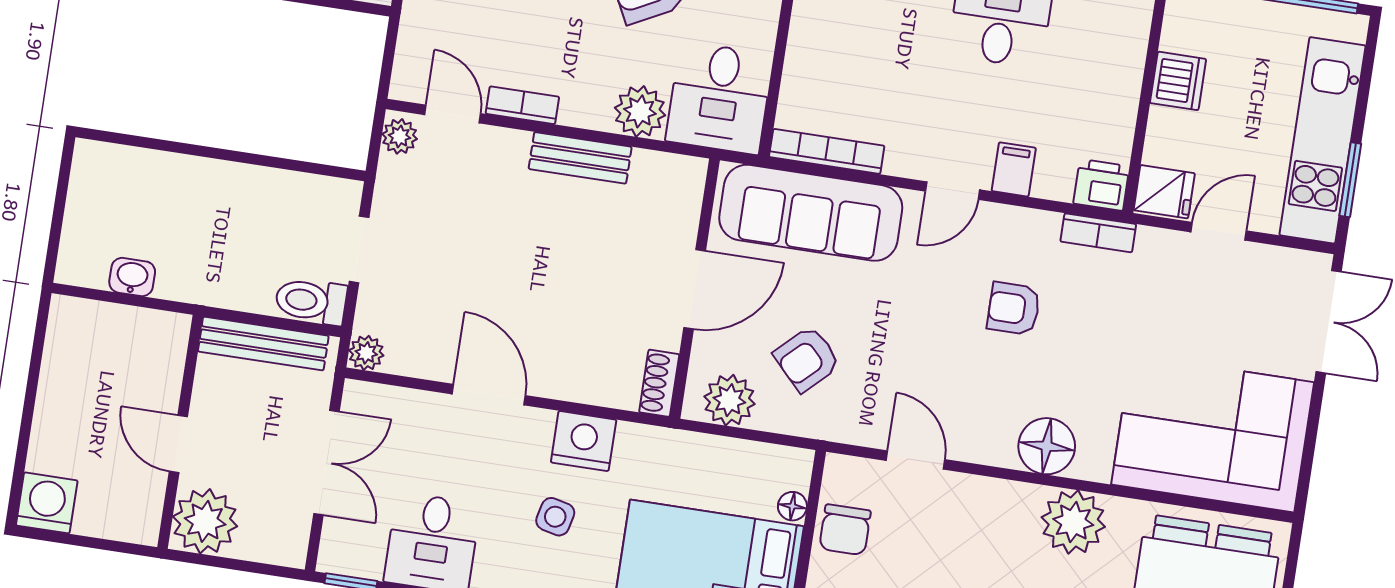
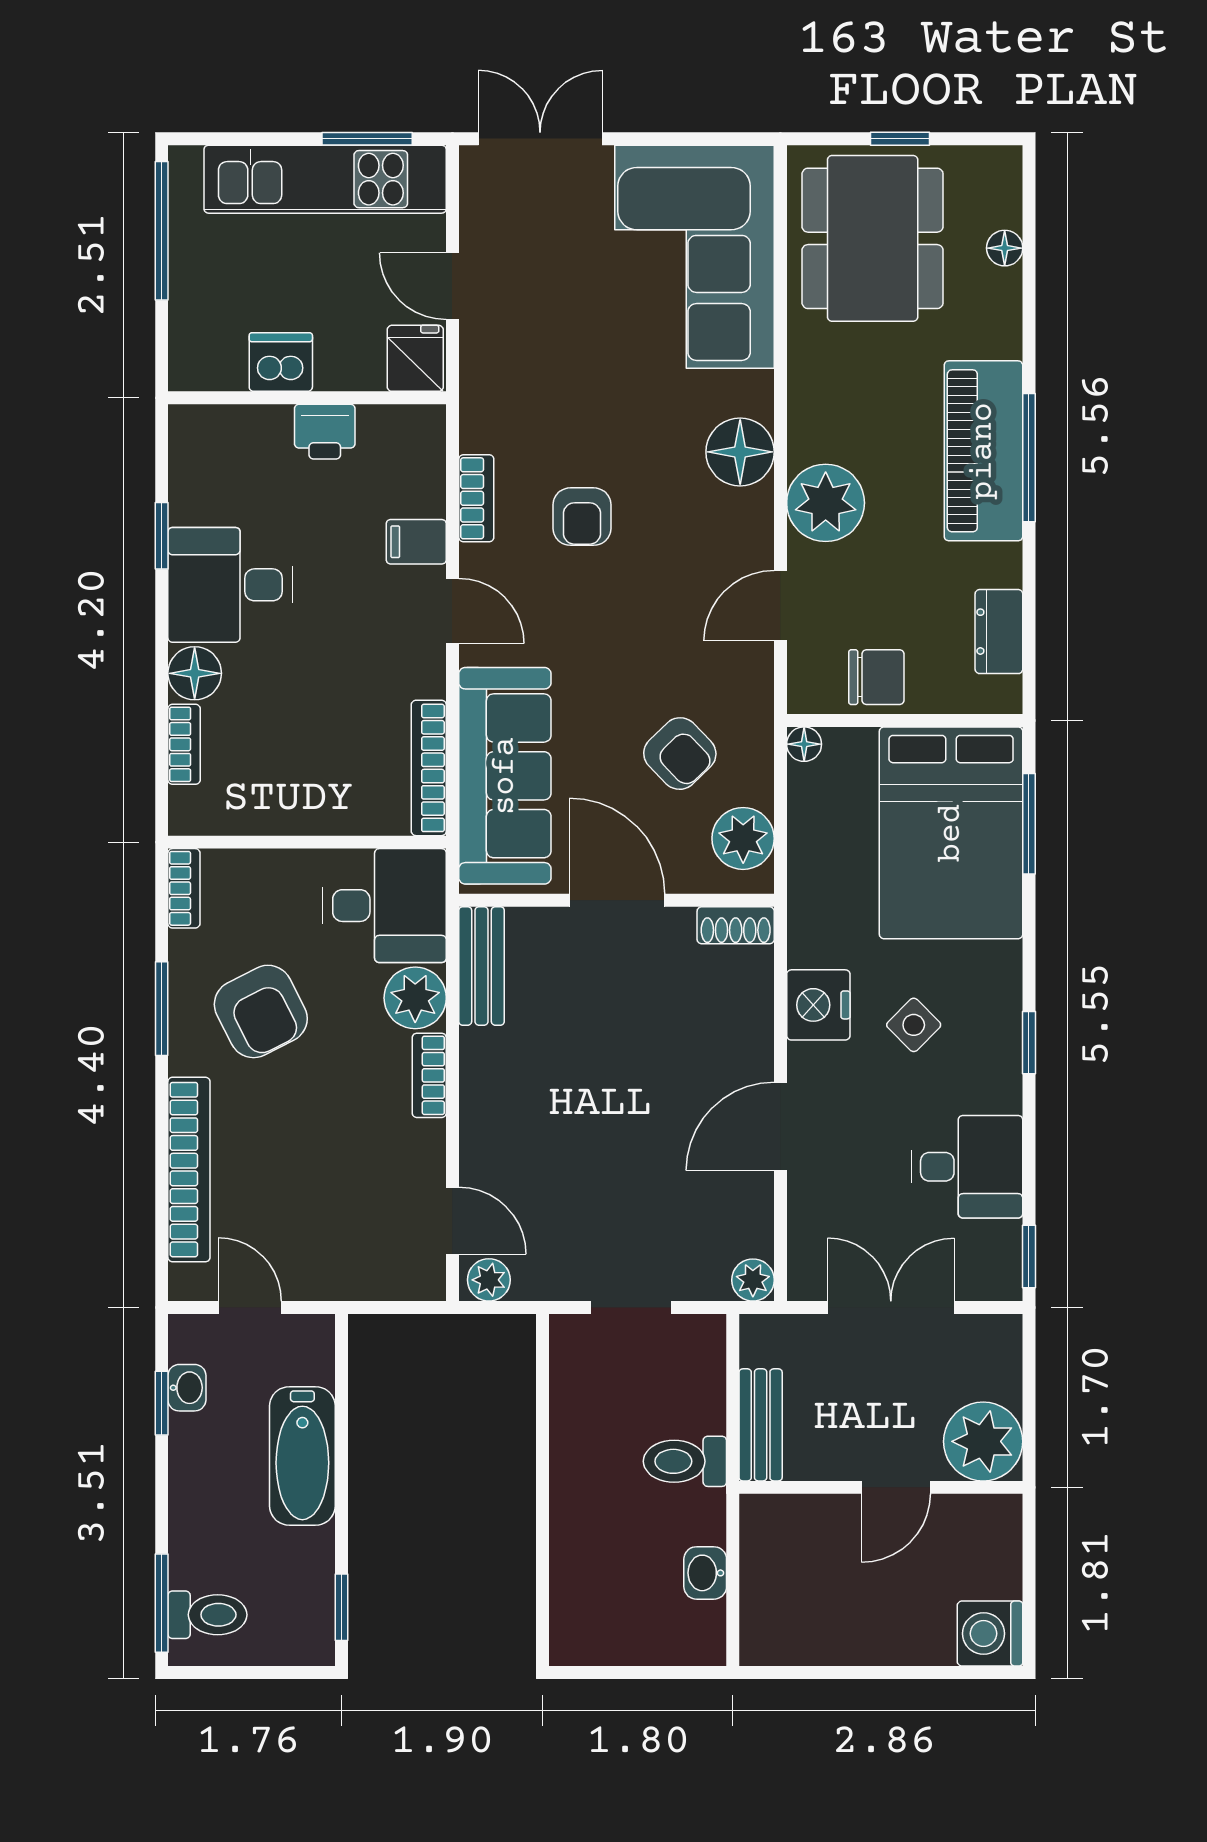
bookcase: (522, 105) -> (429, 1075), moved
door: (453, 114) -> (452, 1221), swing flipped
bench: (580, 158) -> (482, 966), moved
printer: (1101, 185) -> (325, 432), moved, turned -90
bookcase: (1098, 233) -> (476, 498), moved
toilet: (311, 301) -> (685, 1461), moved, turned 90
bench: (263, 344) -> (761, 1425), width x0.73
floor lamp: (792, 506) -> (804, 744), moved
side table: (555, 517) -> (914, 1025), turned 32
plant: (1073, 522) -> (826, 503), moved

